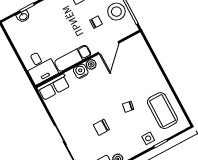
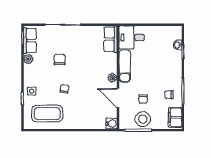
water cooler: (81, 71) -> (111, 124), moved

